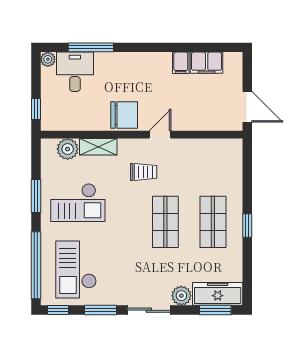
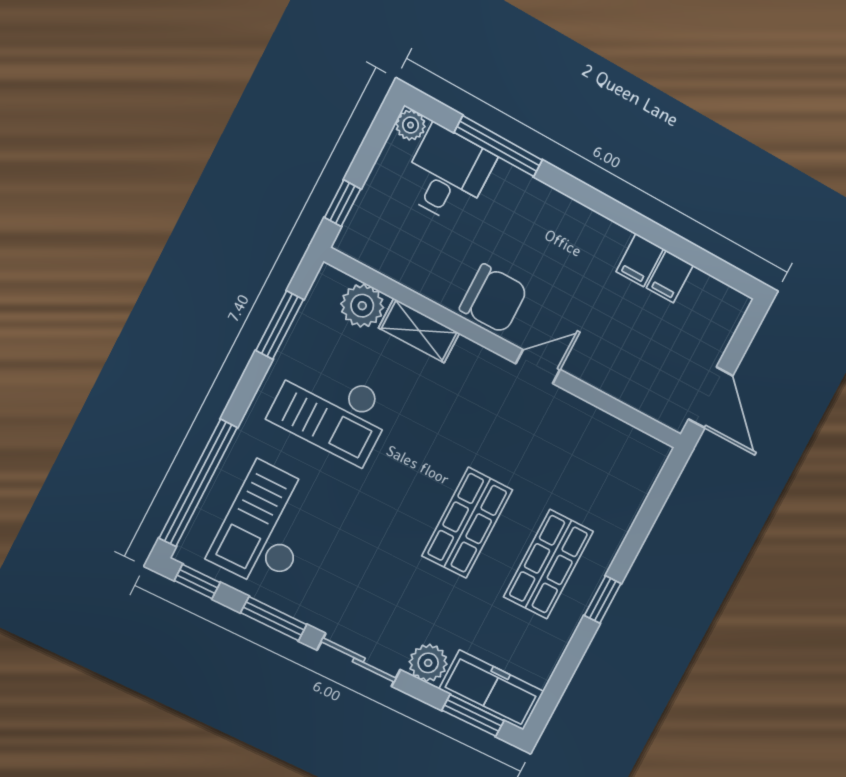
filing cabinet: (207, 63) -> (670, 277), width x0.50
trolley: (144, 172) -> (475, 417), removed
window: (36, 196) -> (280, 325), moved

